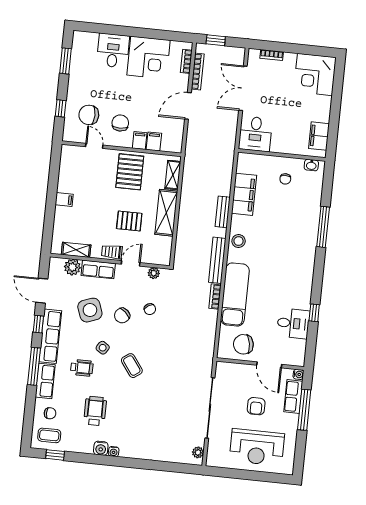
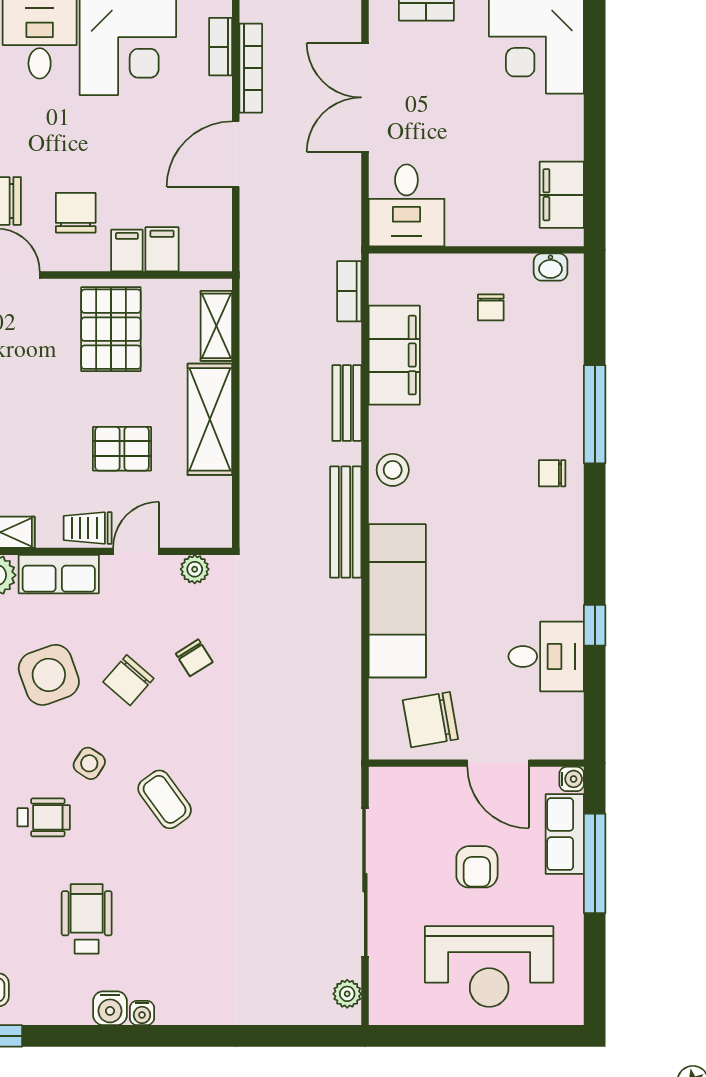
chair: (303, 249) -> (552, 473), added
bookcase: (215, 297) -> (349, 291), moved

